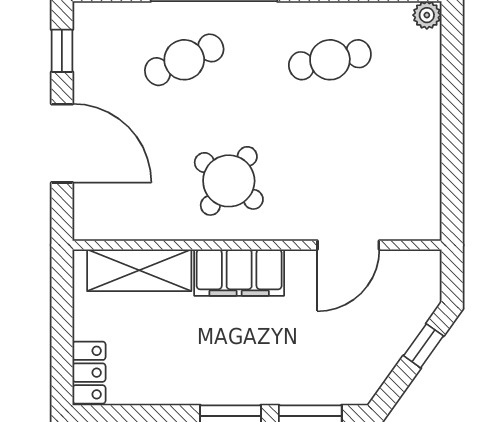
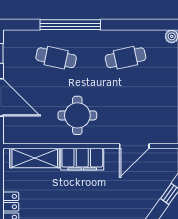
cafe table: (184, 60) -> (56, 58), turned 36
round table: (229, 181) -> (77, 115), turned -37

